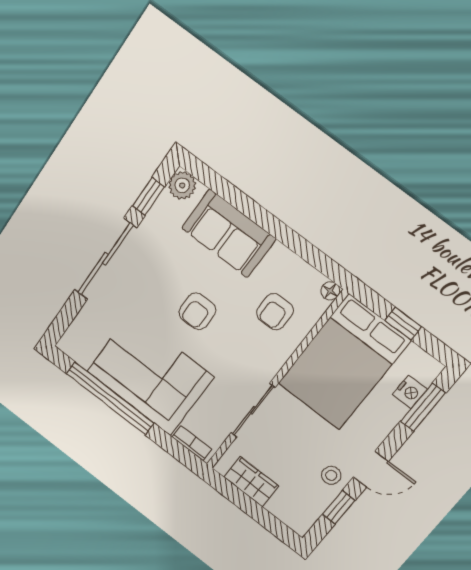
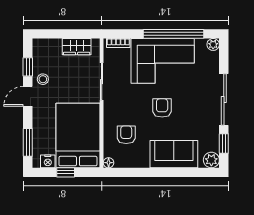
plant: (68, 344) -> (213, 44), added
nightstand: (410, 392) -> (48, 161), moved, turned -90

